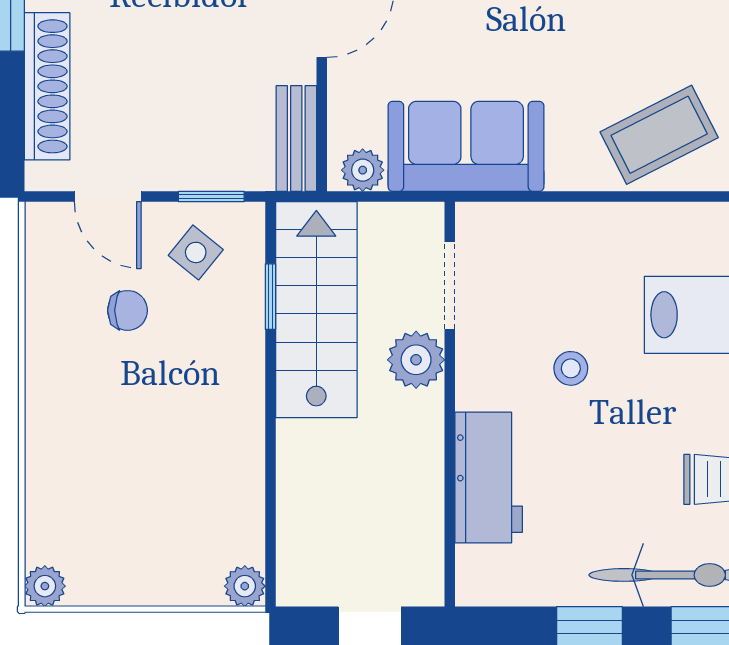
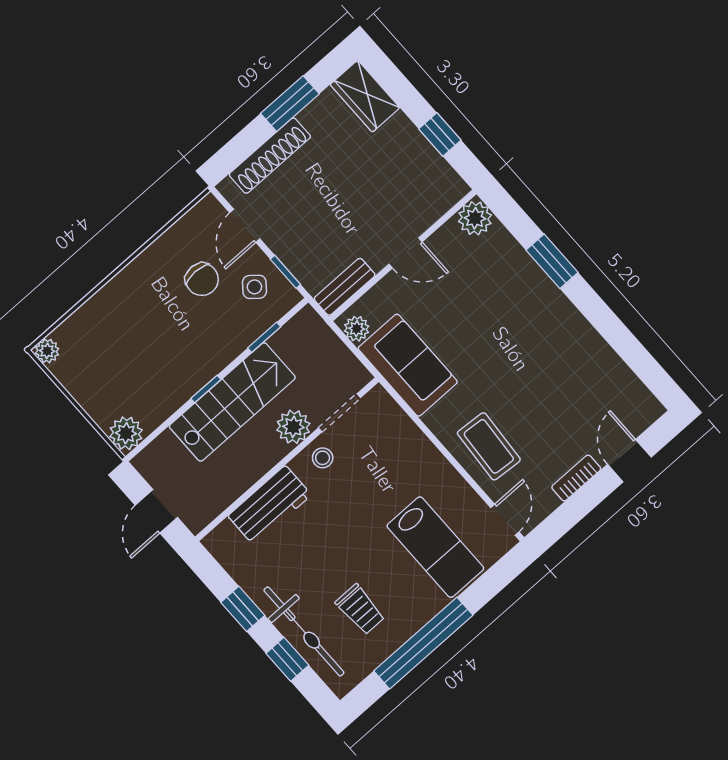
coffee table: (659, 135) -> (489, 446), turned 31
chair: (127, 310) -> (202, 279), width x1.37, depth x1.37
stairs: (316, 310) -> (232, 402), moved
stool: (571, 368) -> (323, 458), moved
window: (270, 428) -> (206, 389), added
plant: (245, 586) -> (126, 433), width x1.38, depth x1.38

